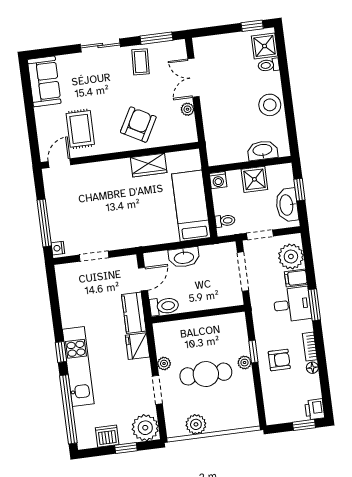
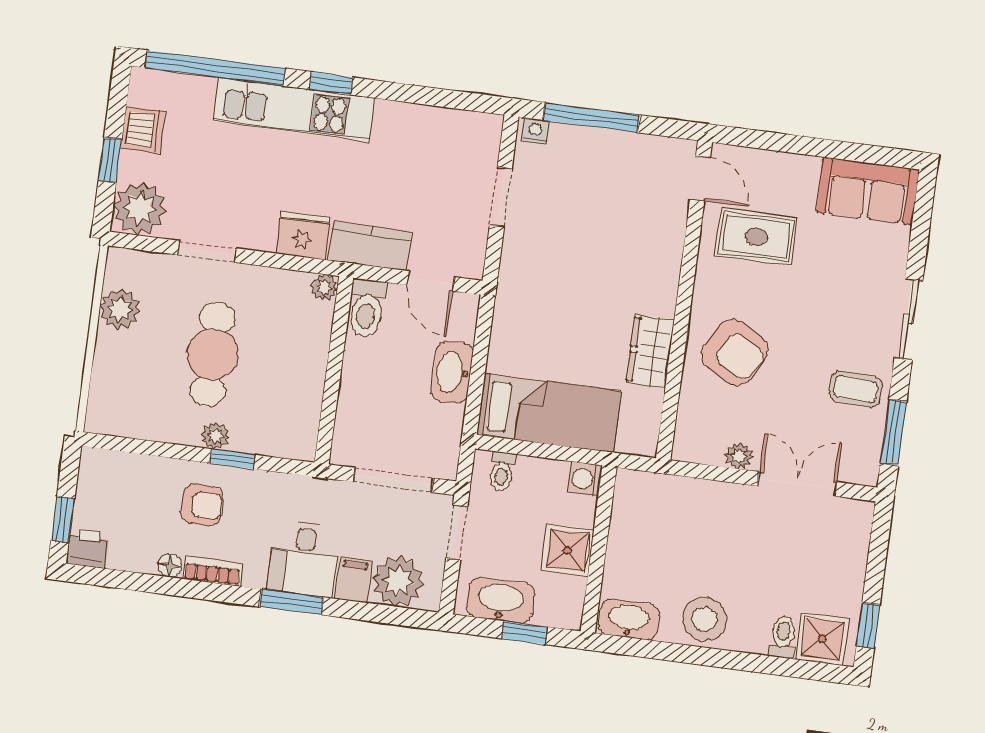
washbasin: (263, 150) -> (629, 619), moved, turned -90
armchair: (279, 360) -> (202, 505), turned -90
plant: (164, 363) -> (324, 287), moved

